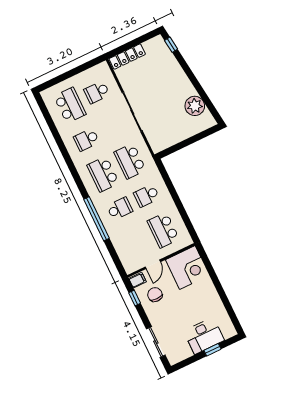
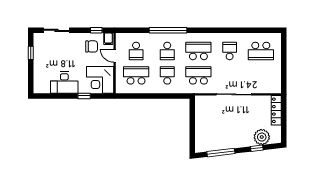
window: (171, 45) -> (257, 148), moved
school desk: (97, 92) -> (136, 51), moved, turned 180
window: (203, 95) -> (221, 153), added
plant: (195, 106) -> (262, 137), moved
window: (214, 277) -> (84, 96), added
desk: (204, 336) -> (64, 83), moved, turned -90
window: (212, 350) -> (31, 53), moved

